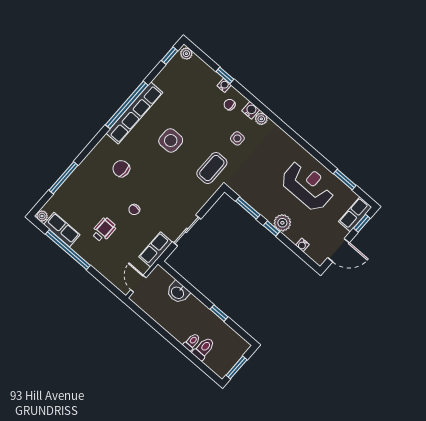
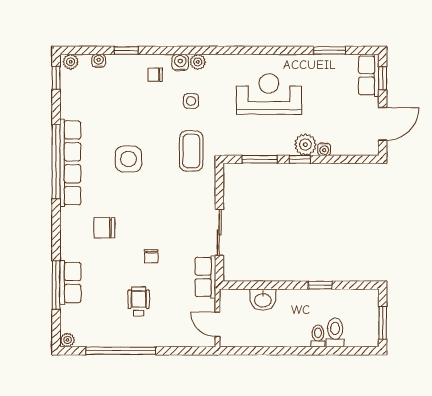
water cooler: (224, 85) -> (99, 61), moved
reception desk: (308, 186) -> (269, 94), moved
row of seats: (62, 230) -> (70, 282), moved, turned 90
water cooler: (302, 245) -> (324, 149), moved

